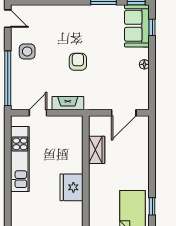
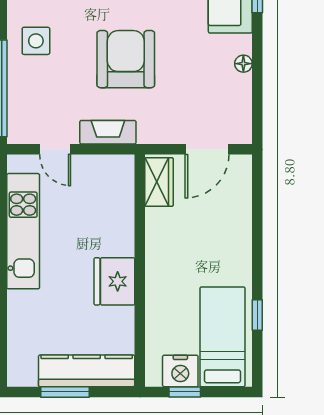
armchair: (78, 62) -> (126, 59), width x1.88, depth x1.88
door: (38, 113) -> (55, 149), swing flipped
wardrobe: (97, 150) -> (159, 182), moved

